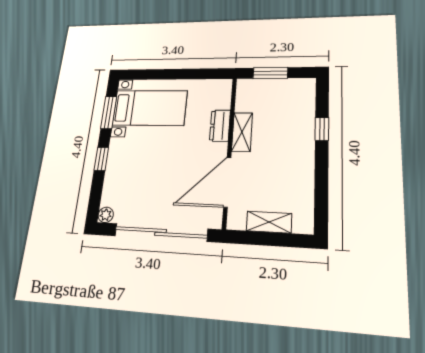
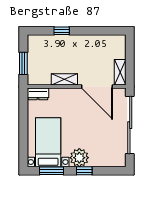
dresser: (220, 126) -> (38, 94), moved
plant: (106, 215) -> (79, 158), moved, width x1.88, depth x1.88
shelving: (269, 222) -> (120, 72), moved

